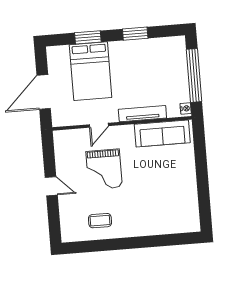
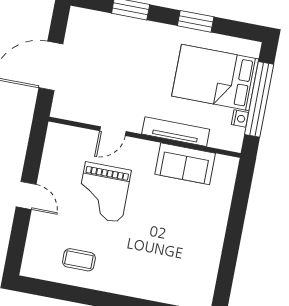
bed: (91, 71) -> (215, 77), moved, turned 90
nightstand: (186, 108) -> (240, 119), moved
sofa: (162, 133) -> (185, 164), width x0.73

